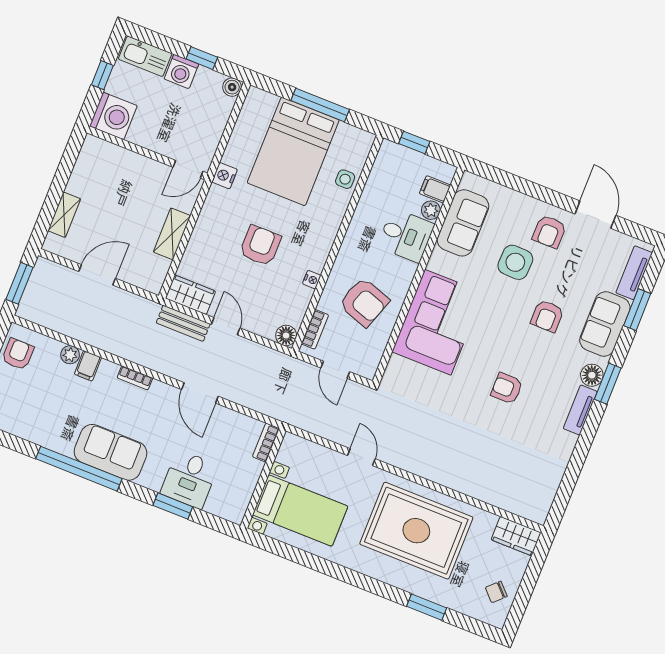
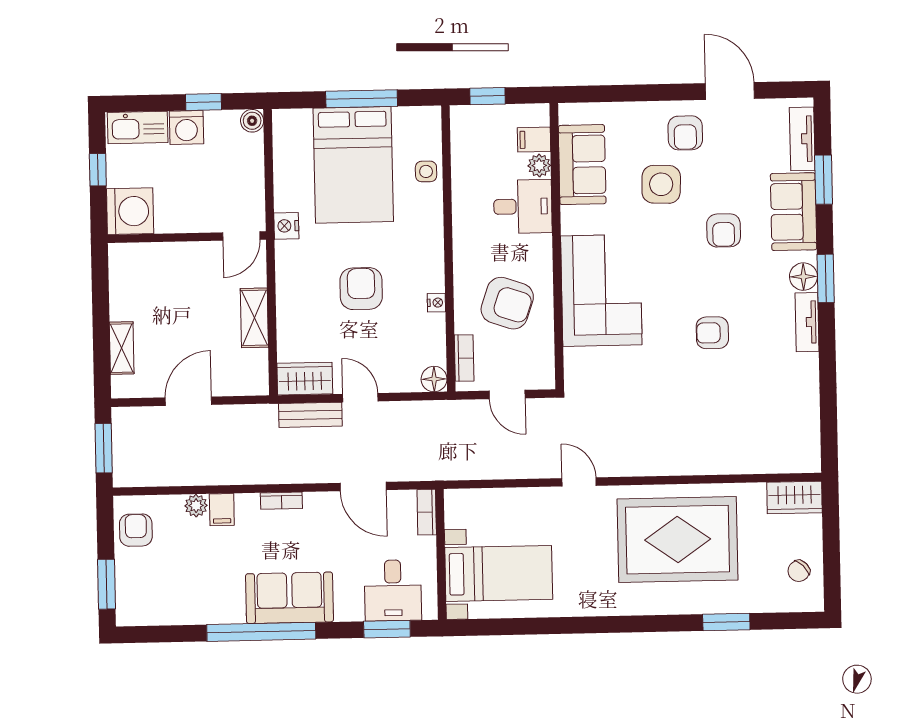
bookcase: (266, 443) -> (427, 512), moved
wall: (263, 478) -> (441, 554), moved
bed with nightstands: (300, 511) -> (499, 573), moved

